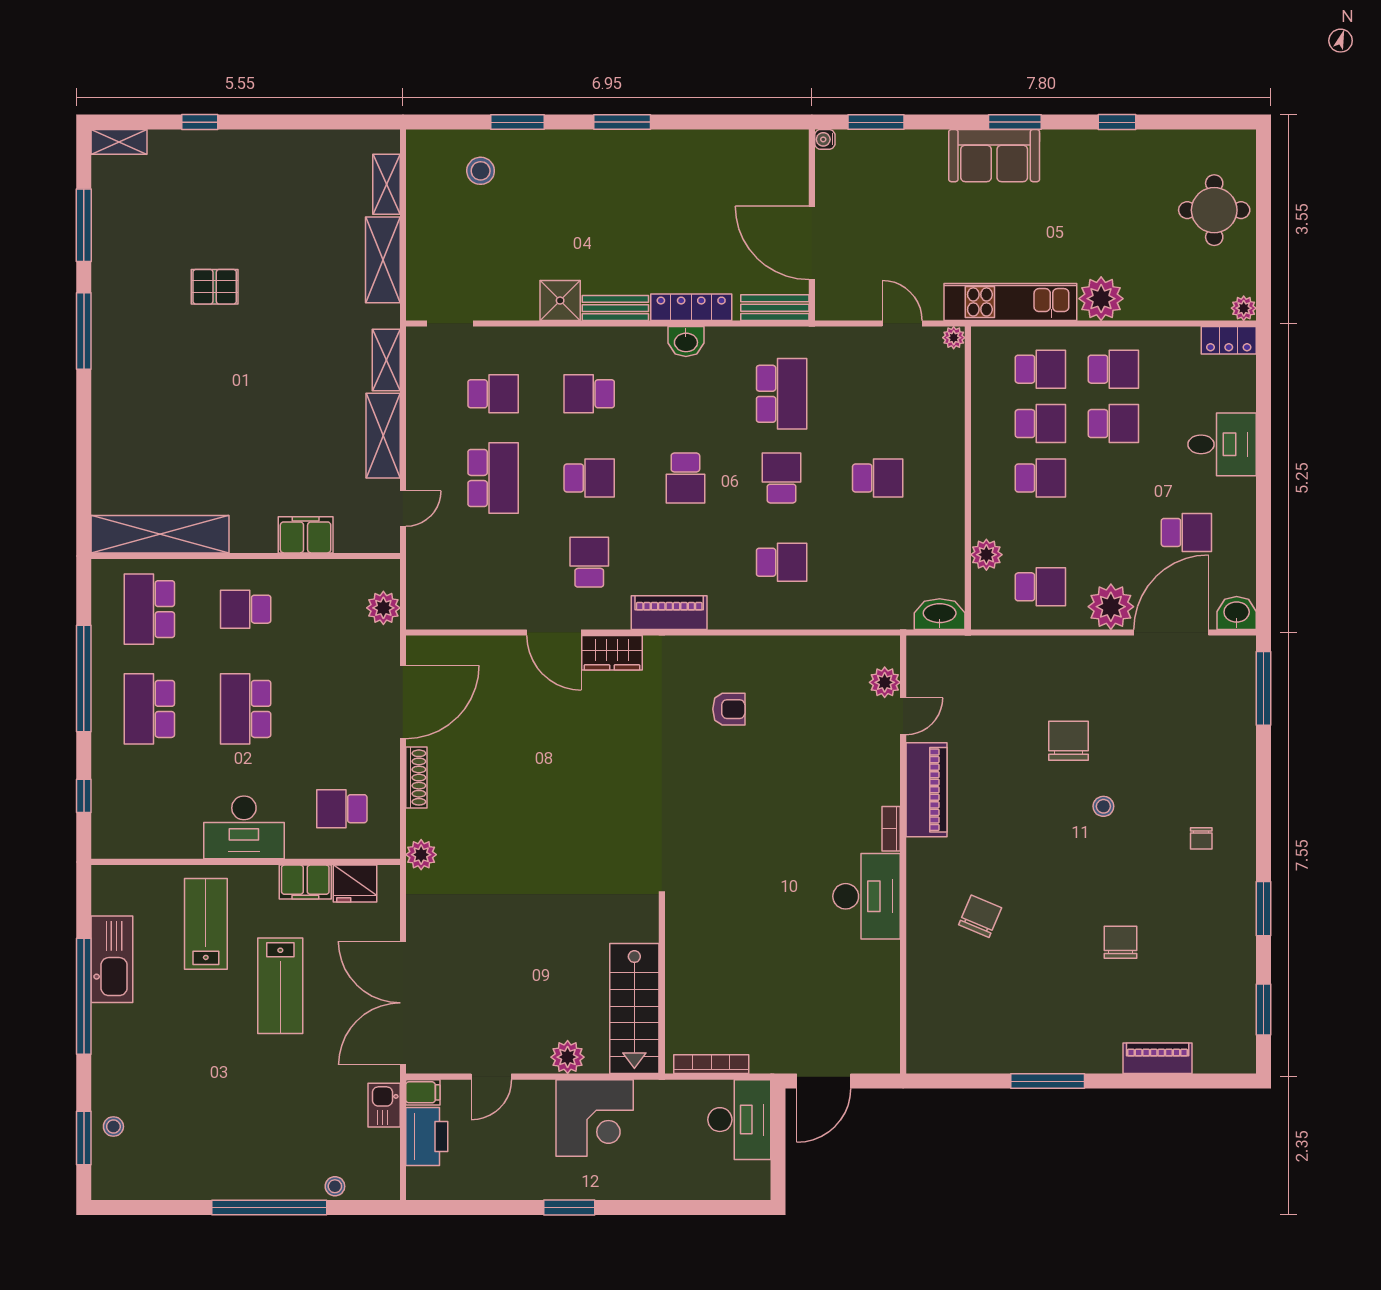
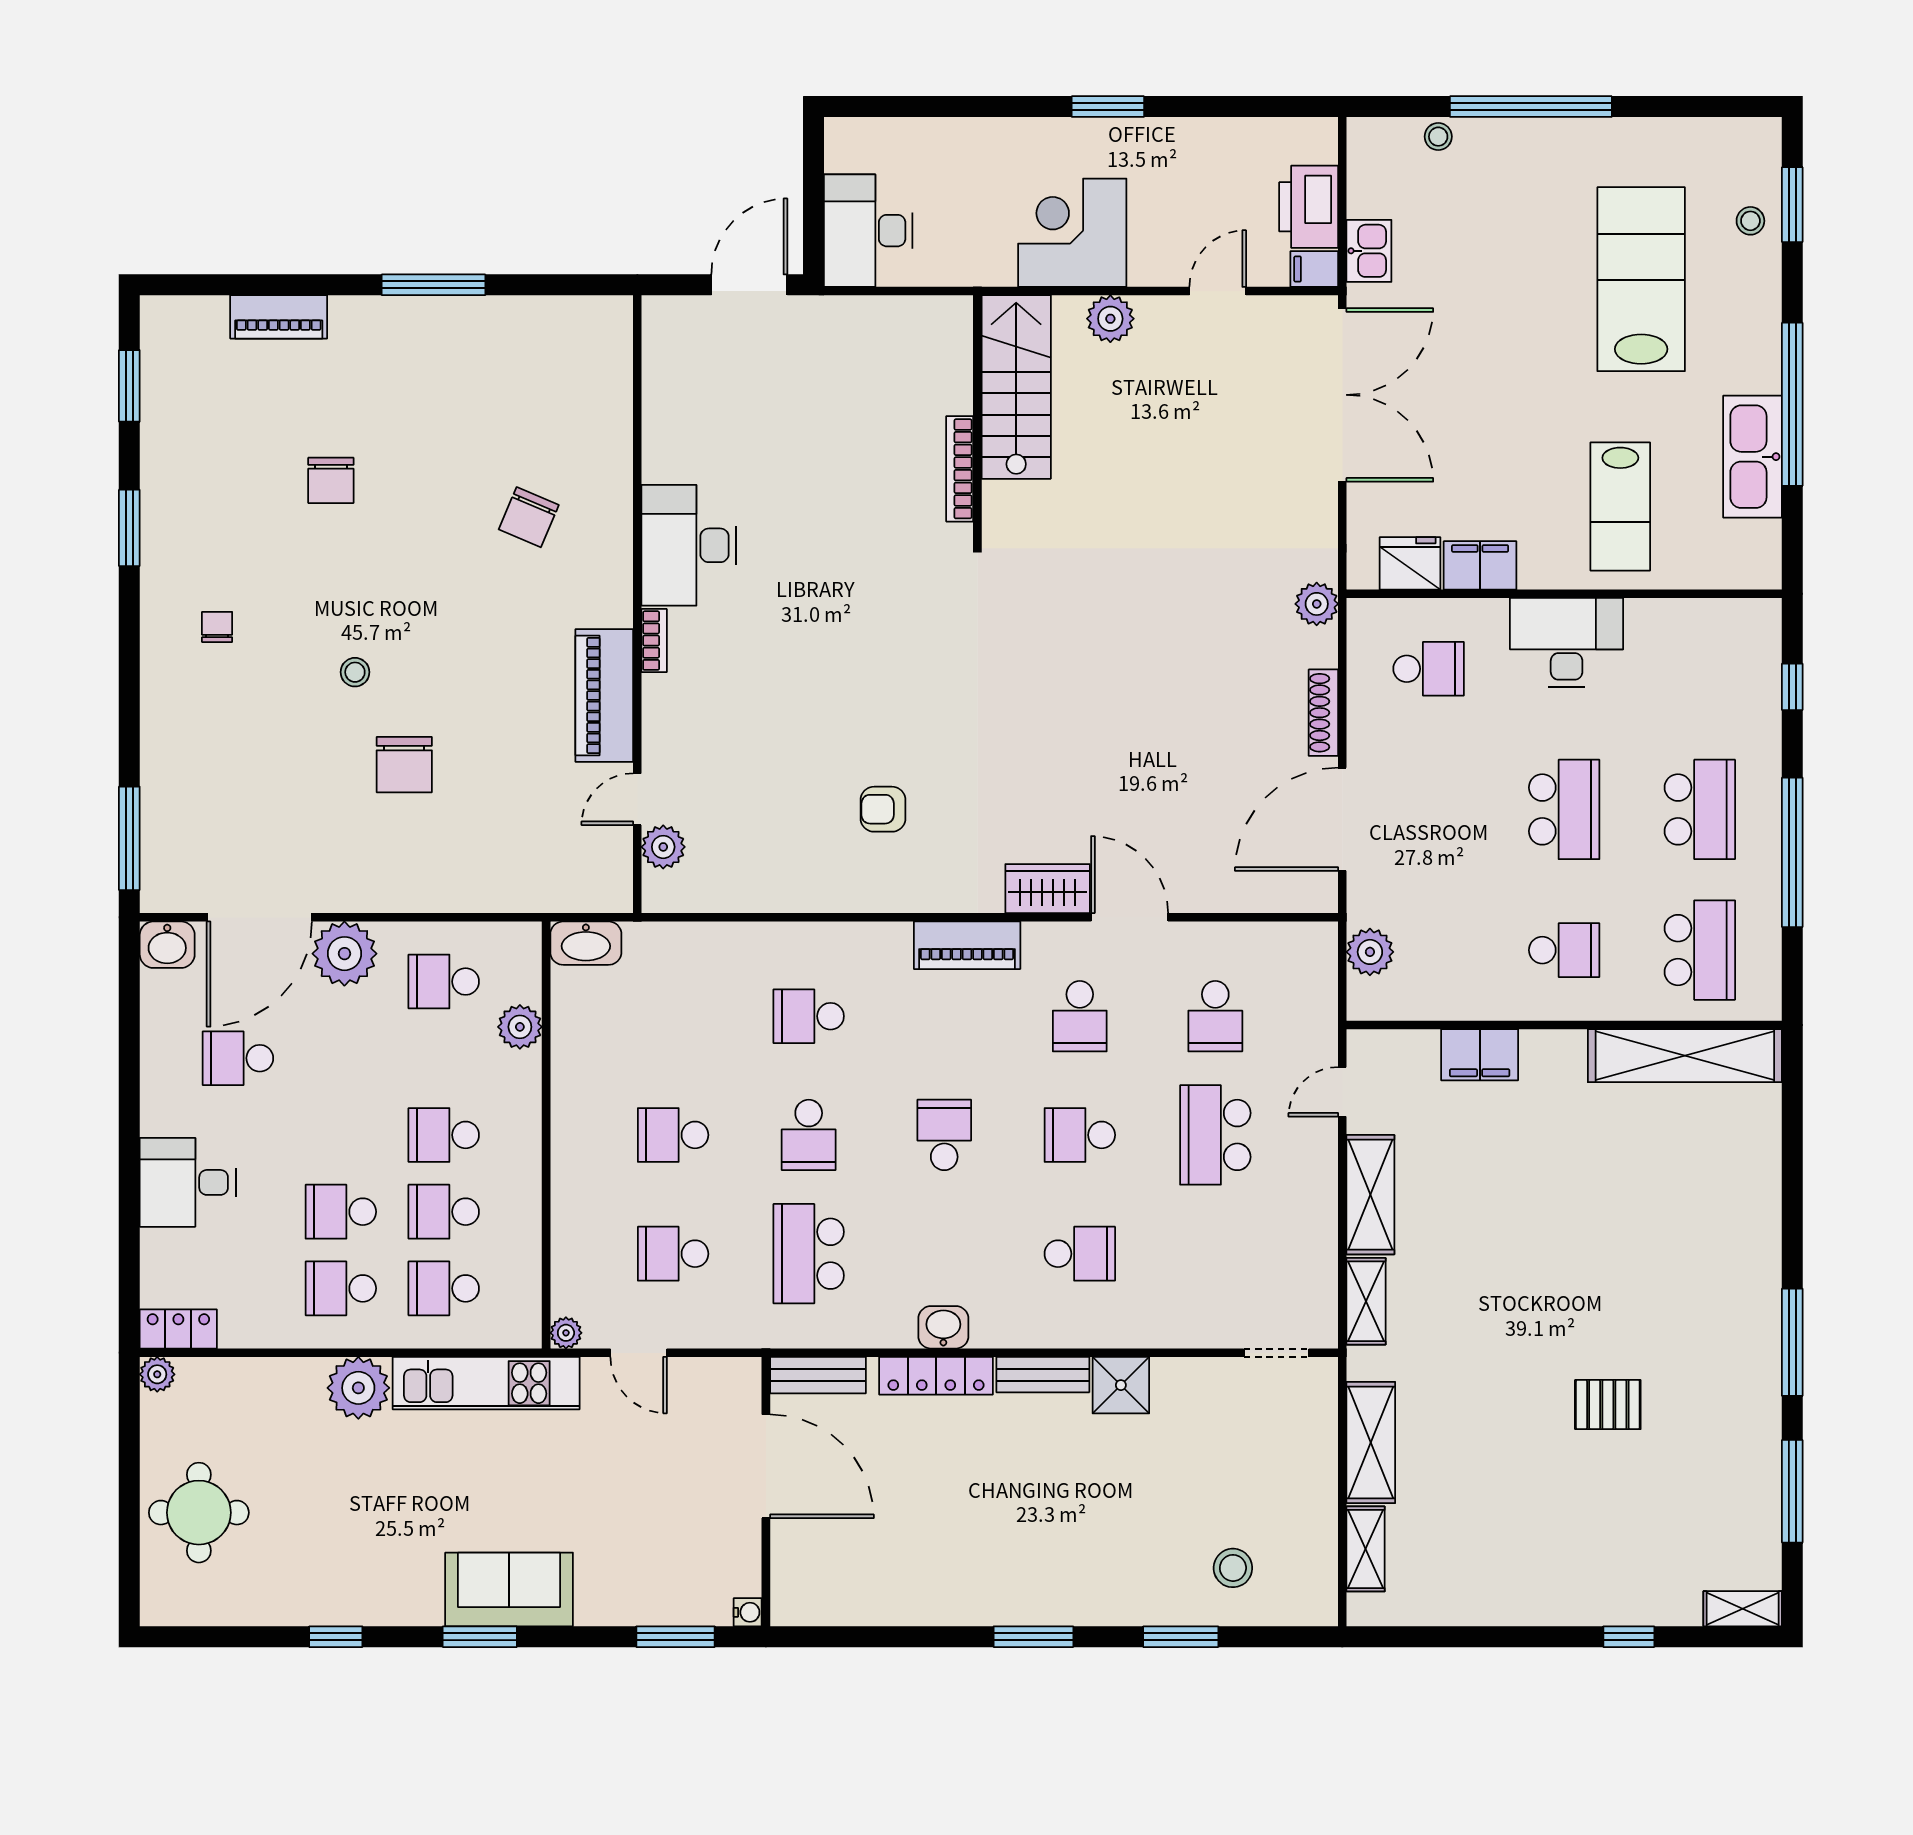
school desk: (493, 394) -> (1215, 1016), moved, turned -90
school desk: (878, 394) -> (673, 1254), added
lab bench: (280, 986) -> (1641, 279), moved, width x1.36, depth x1.39
bookcase: (711, 1064) -> (960, 469), moved, turned 90

